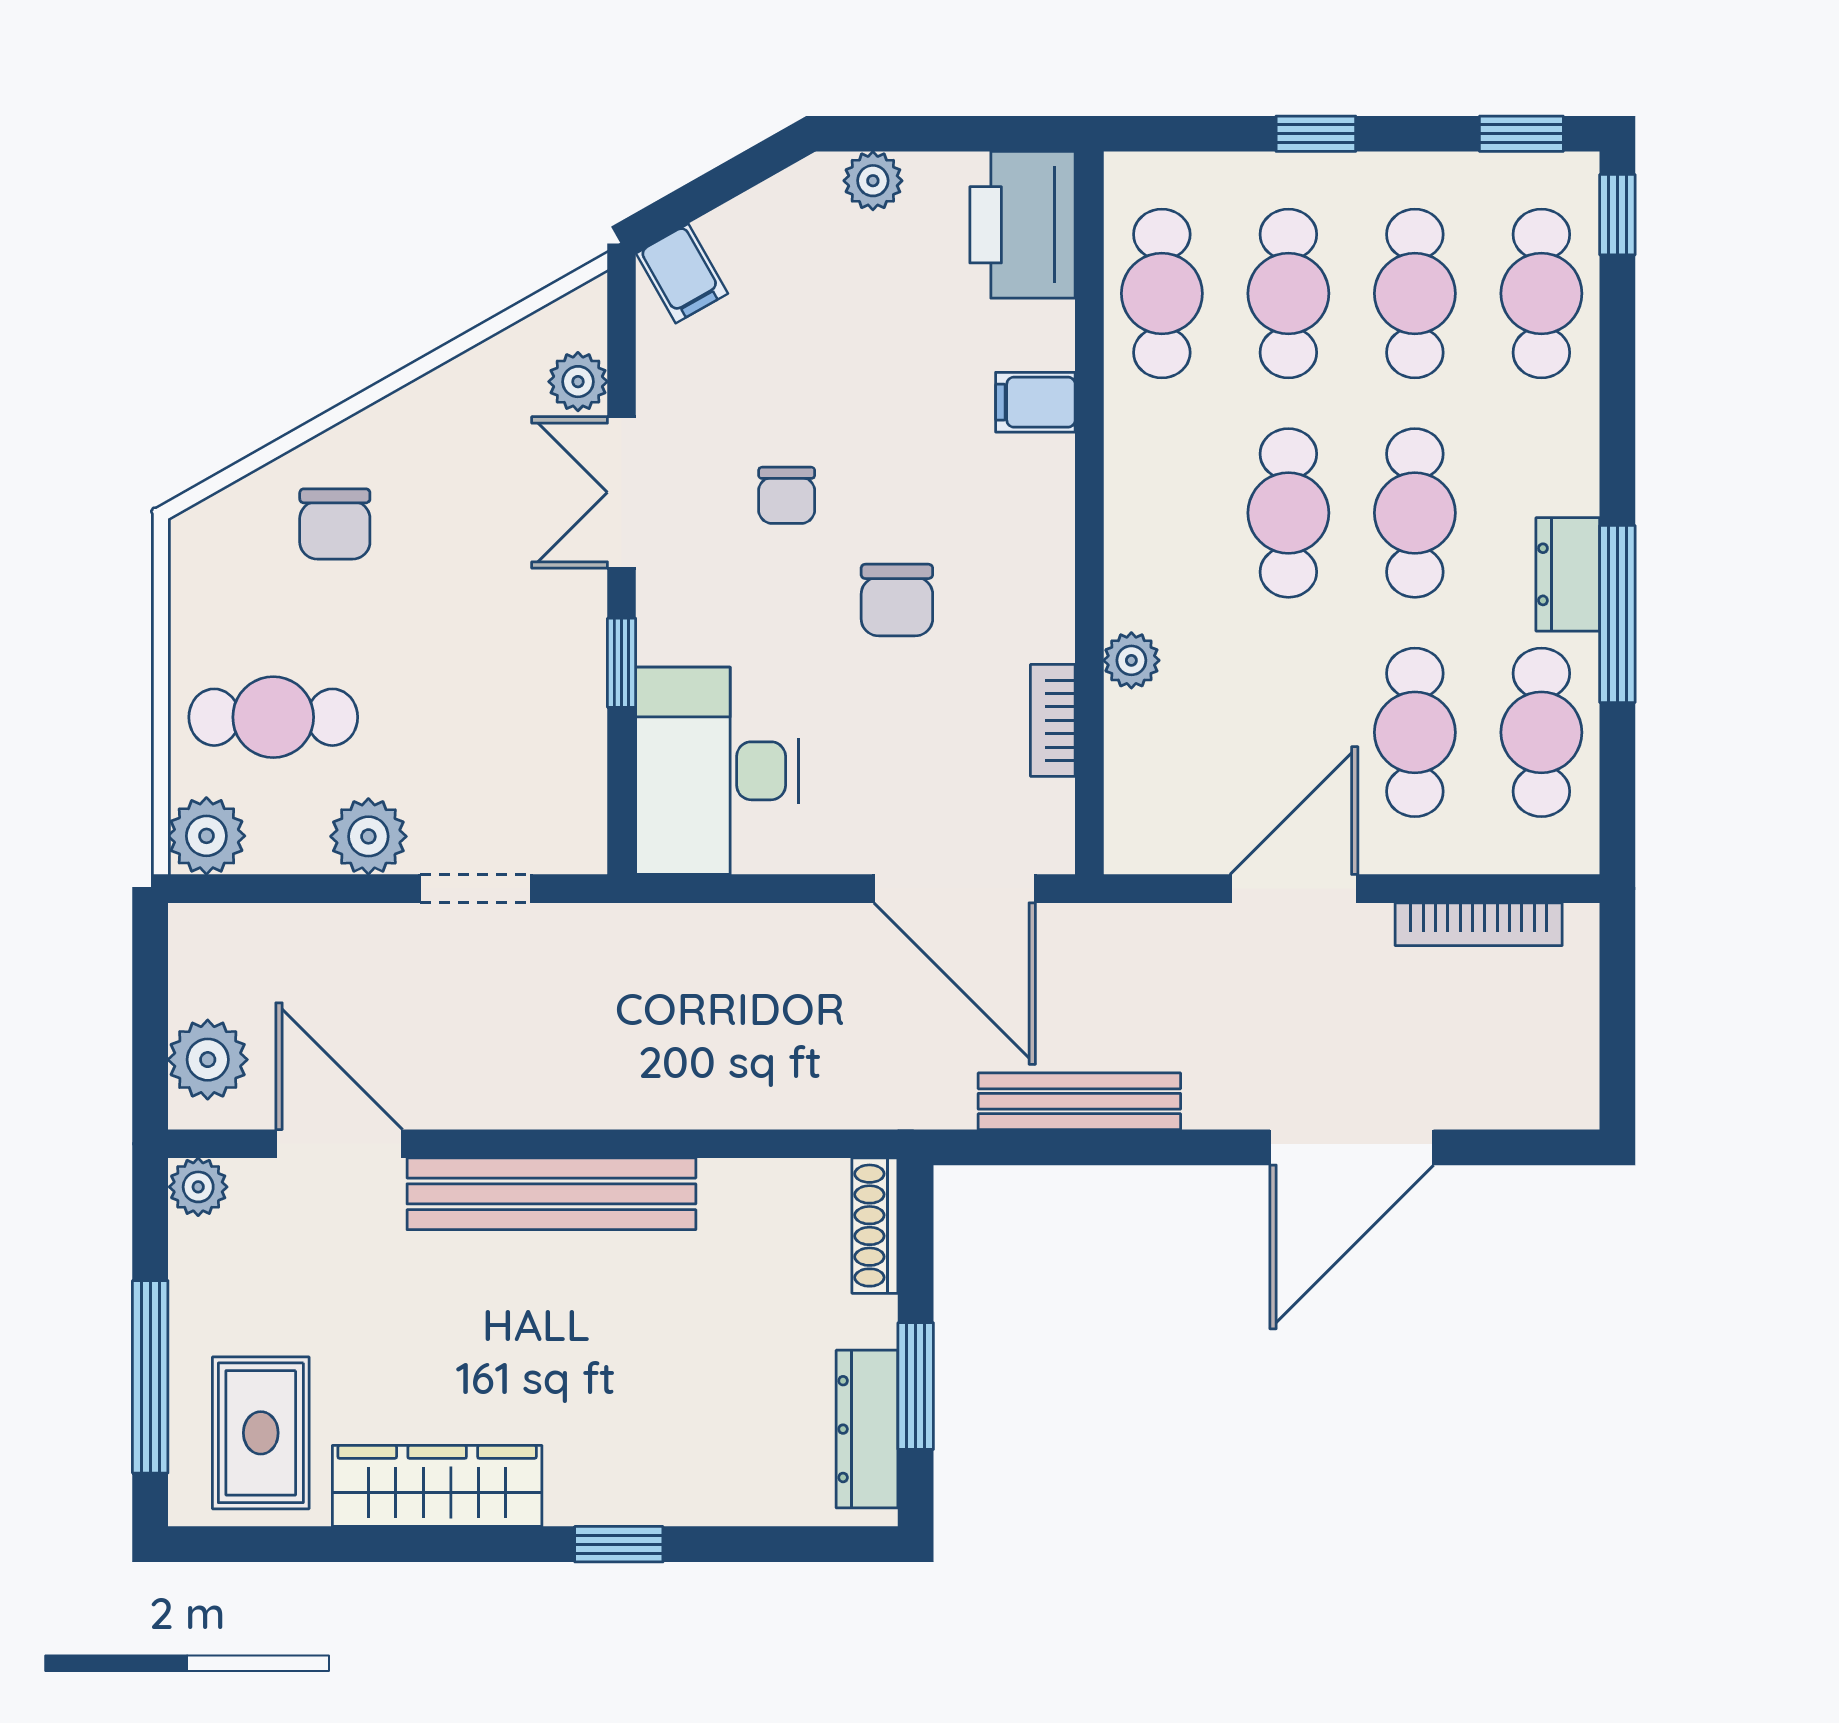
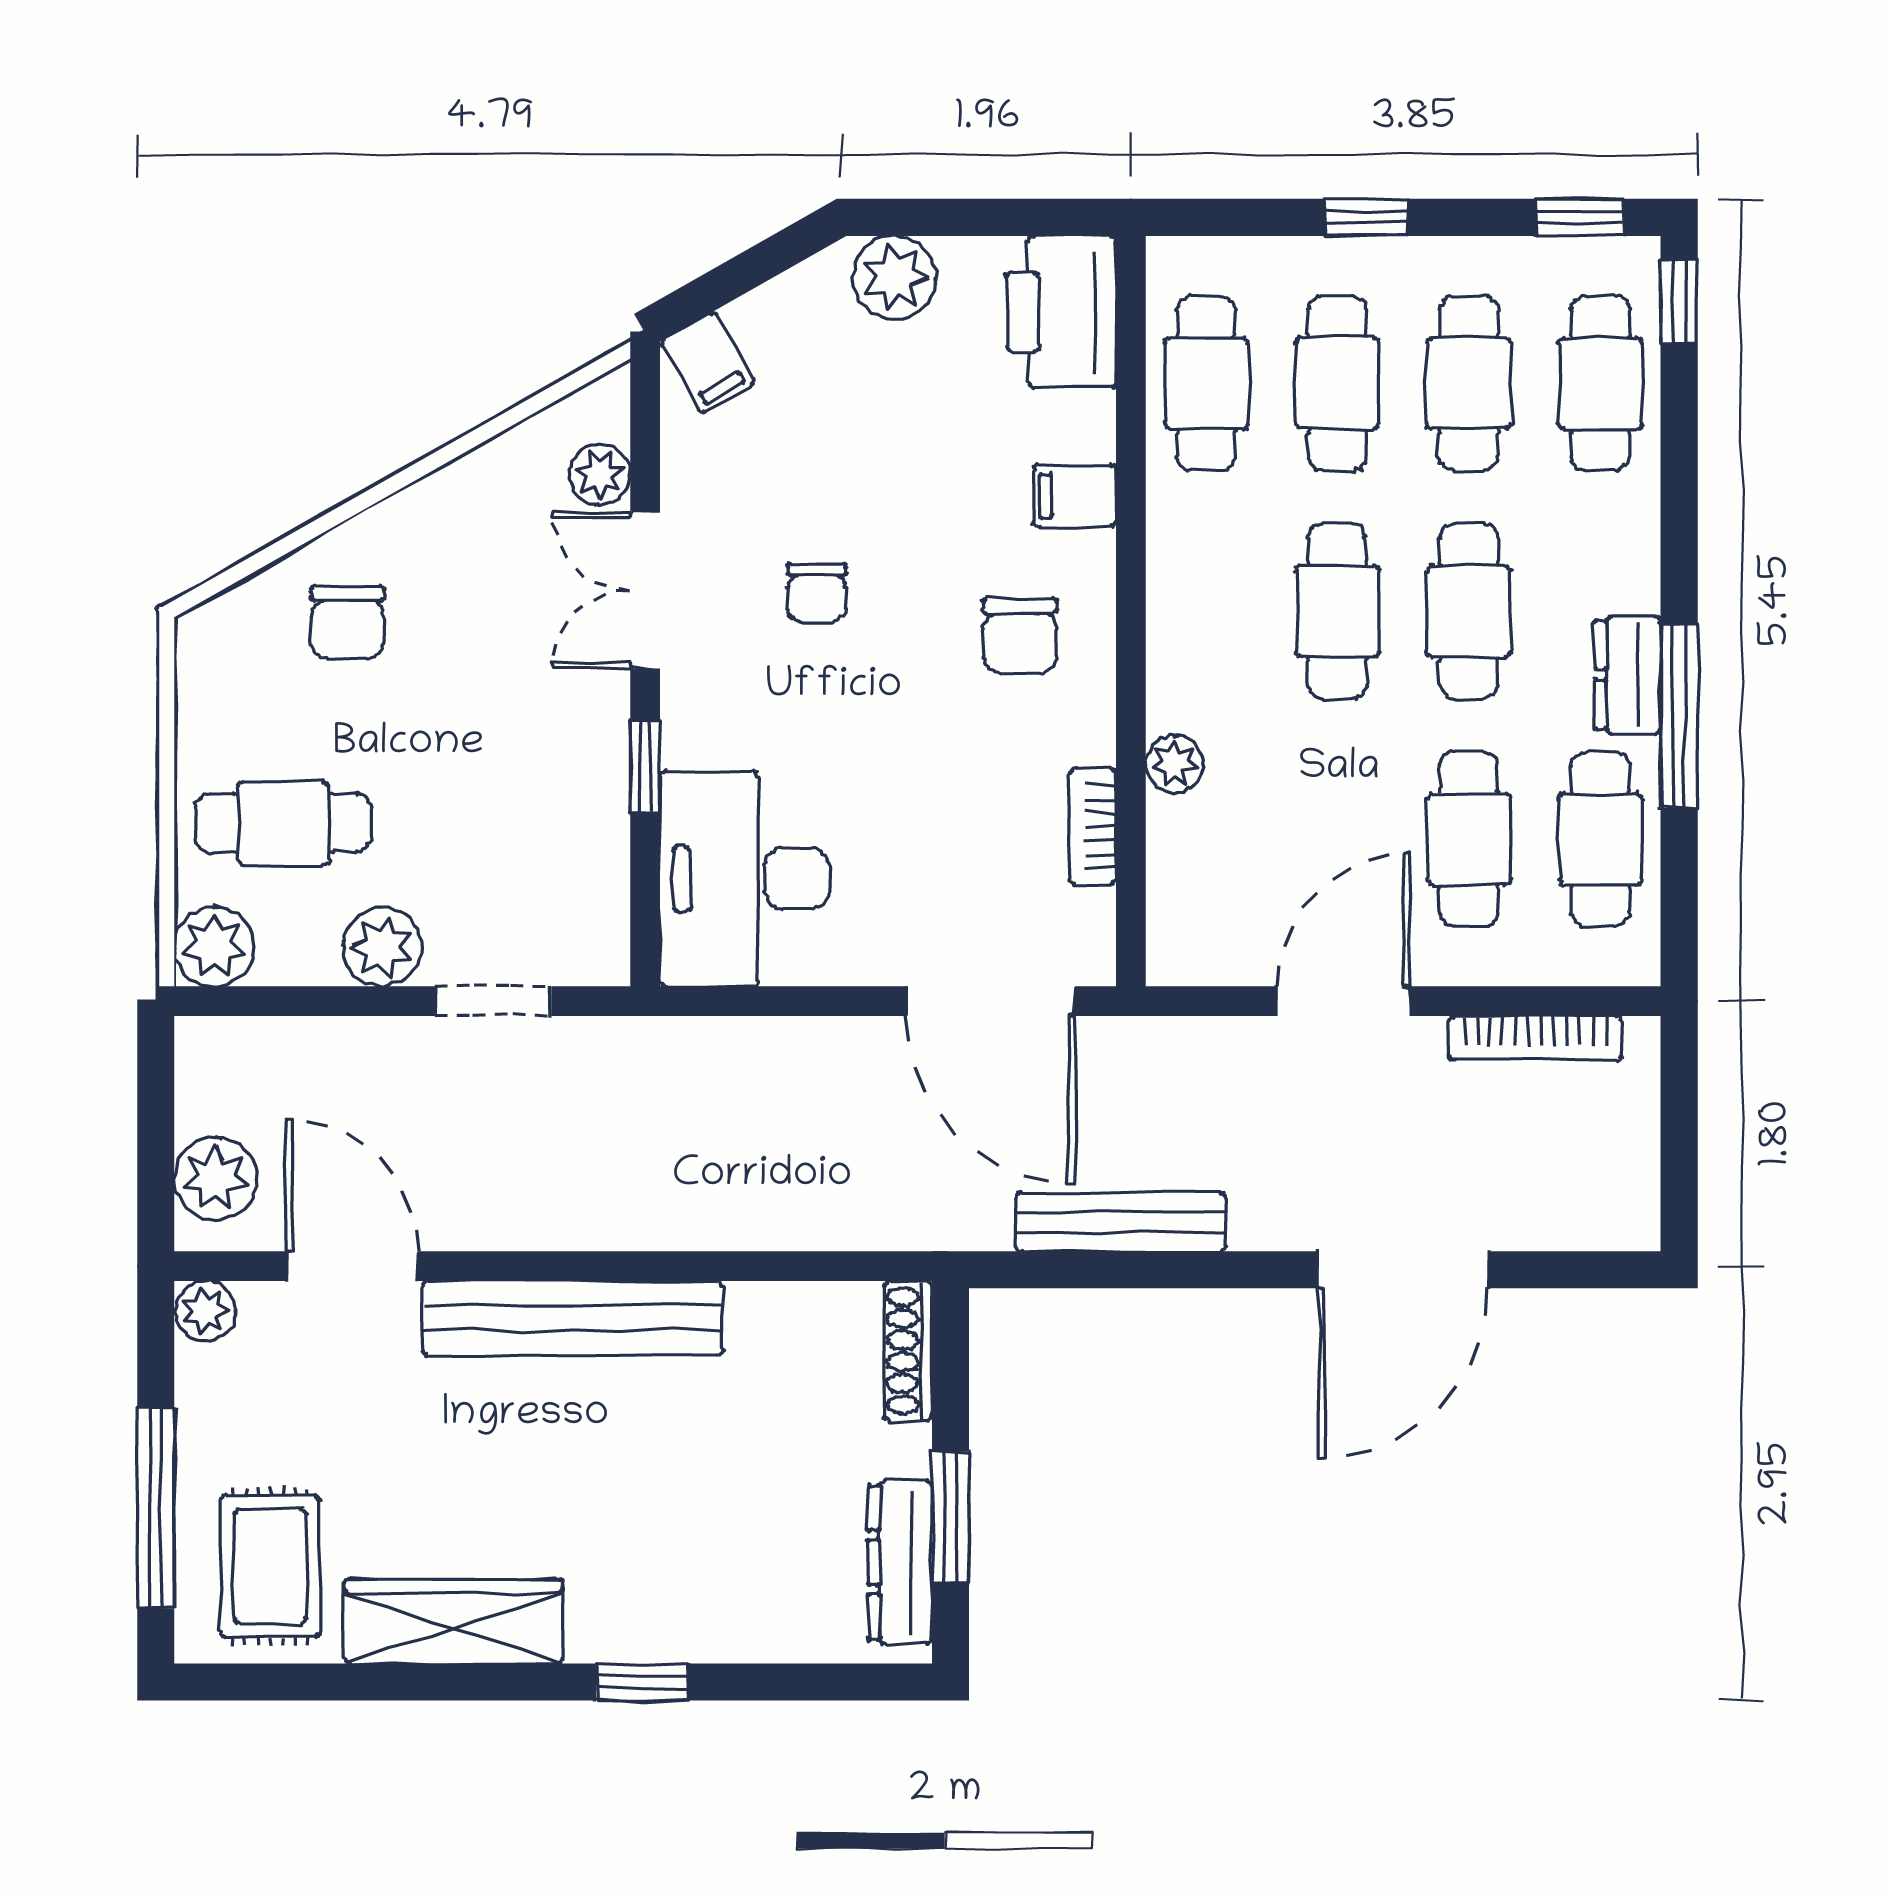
plant: (873, 181) -> (895, 278), width x1.38, depth x1.38
chair: (897, 600) -> (1020, 636), moved

